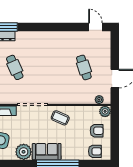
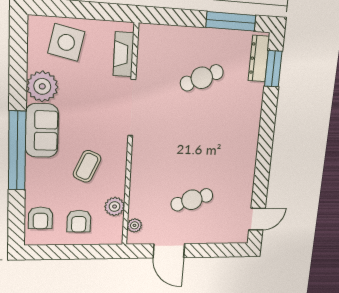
plant: (105, 111) -> (115, 207), moved
coffee table: (60, 118) -> (87, 166), moved

